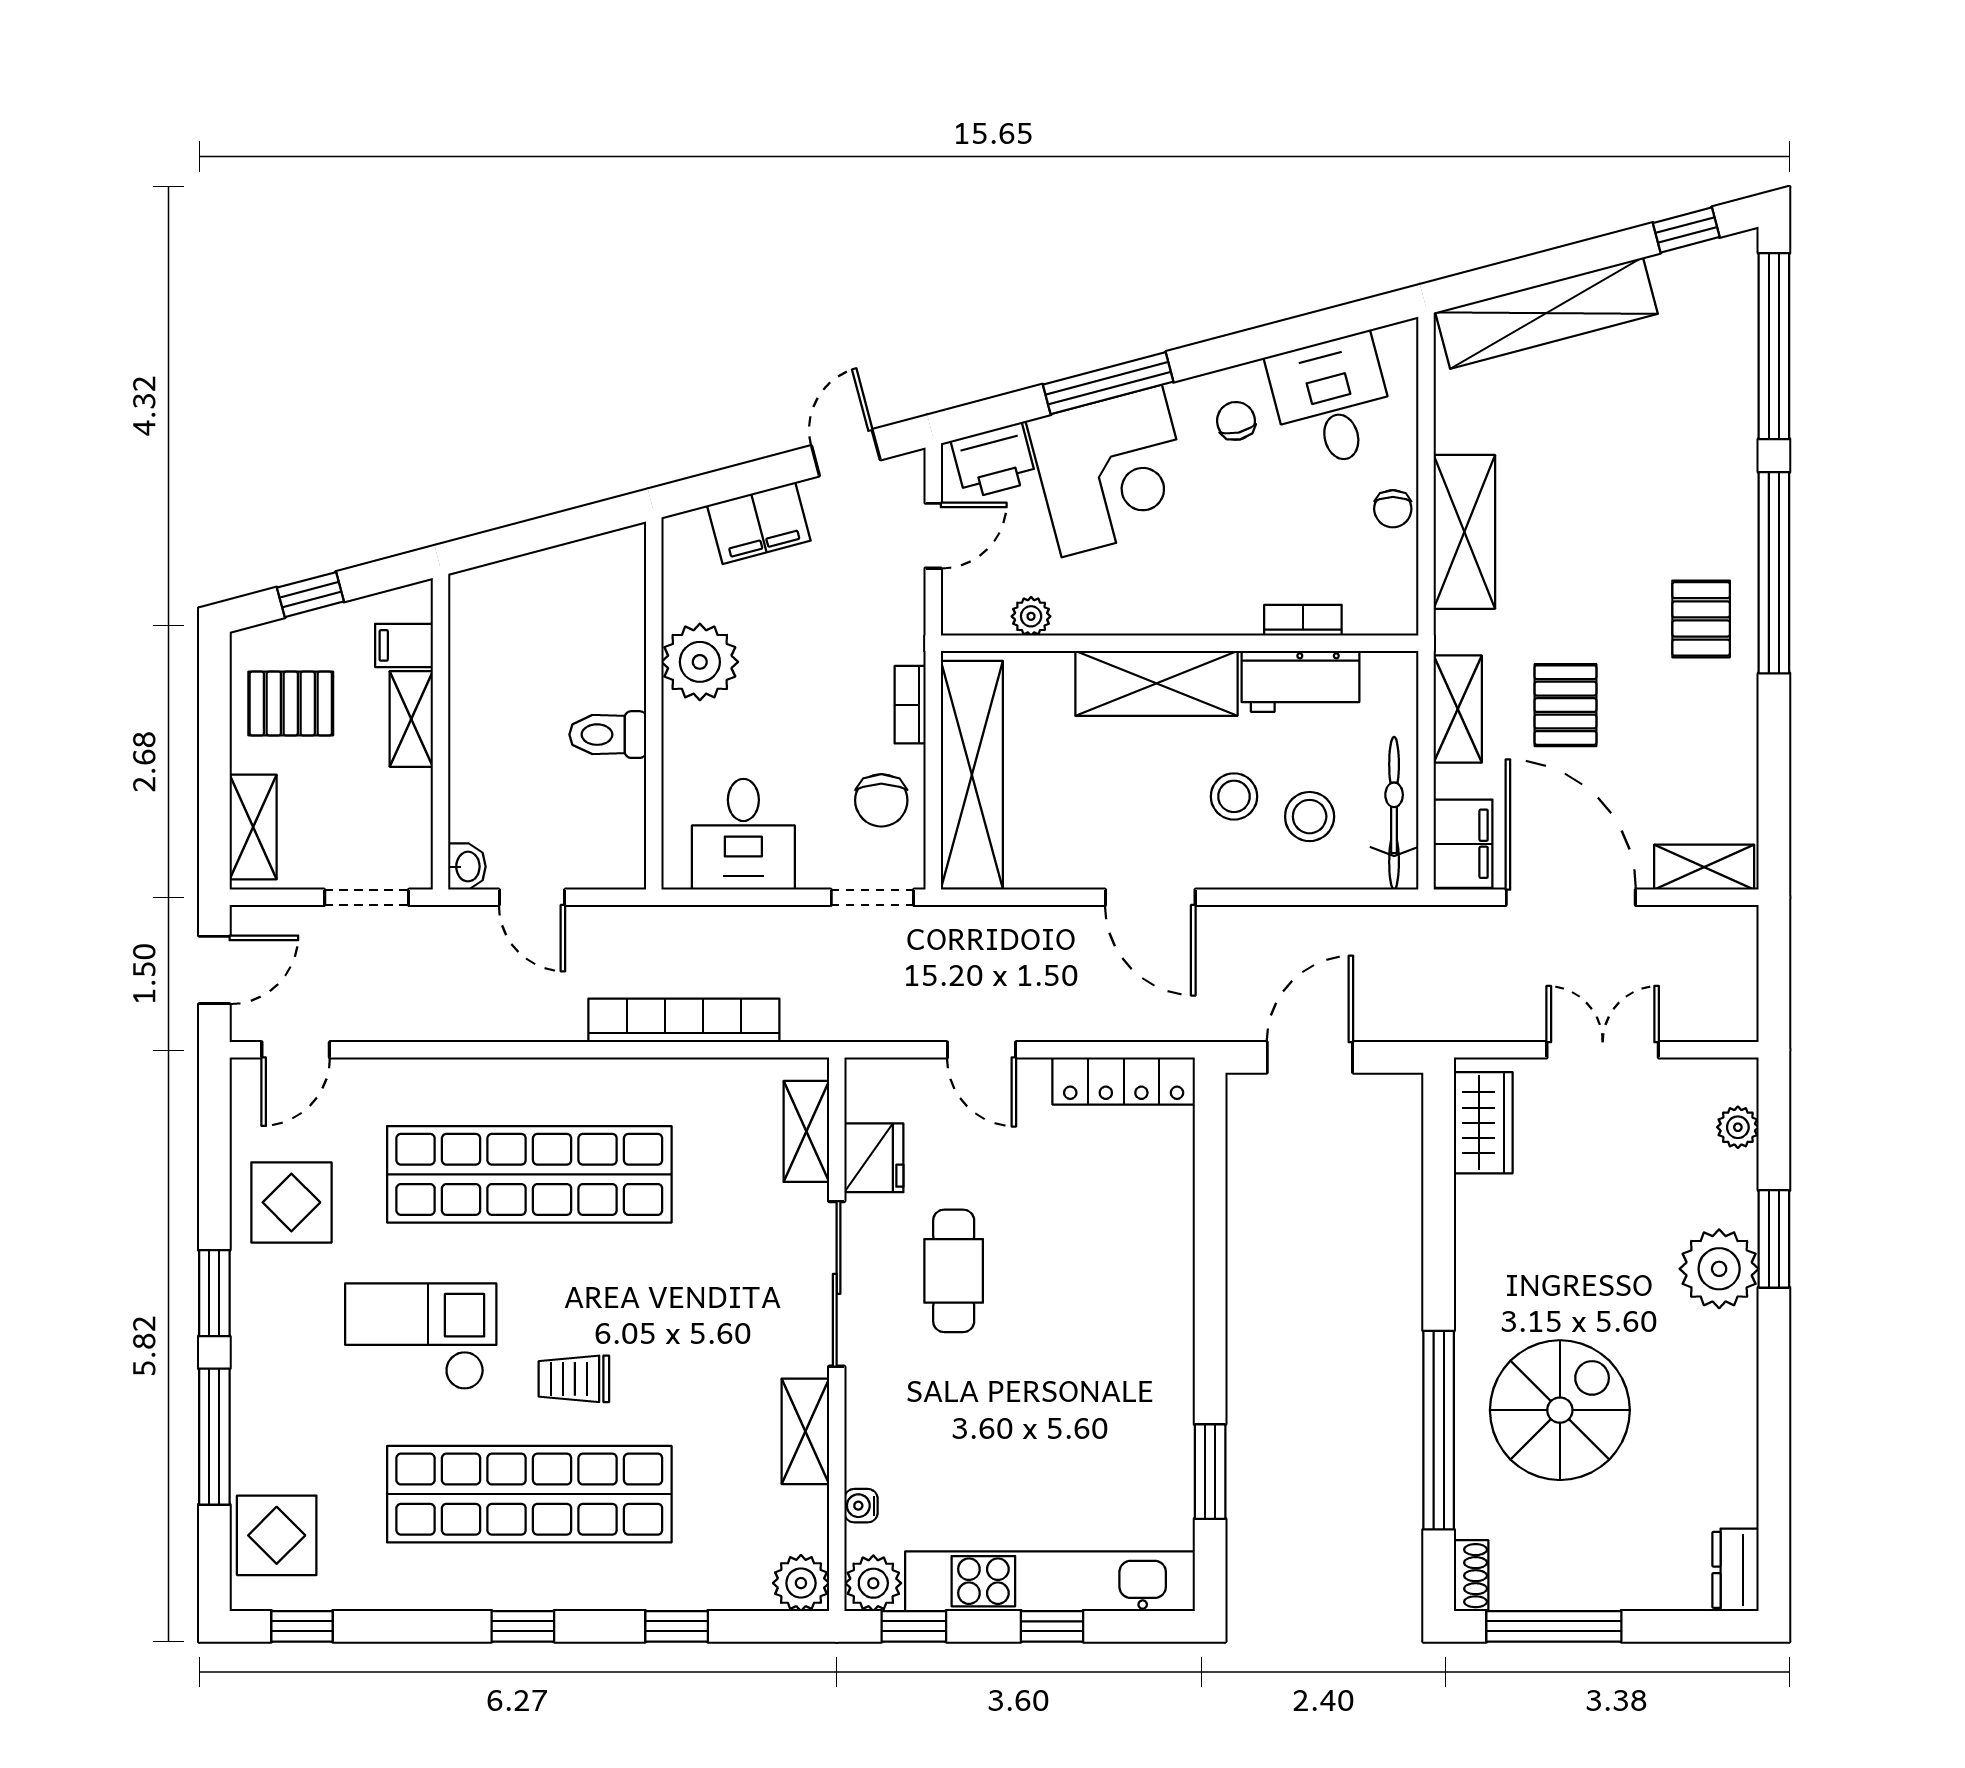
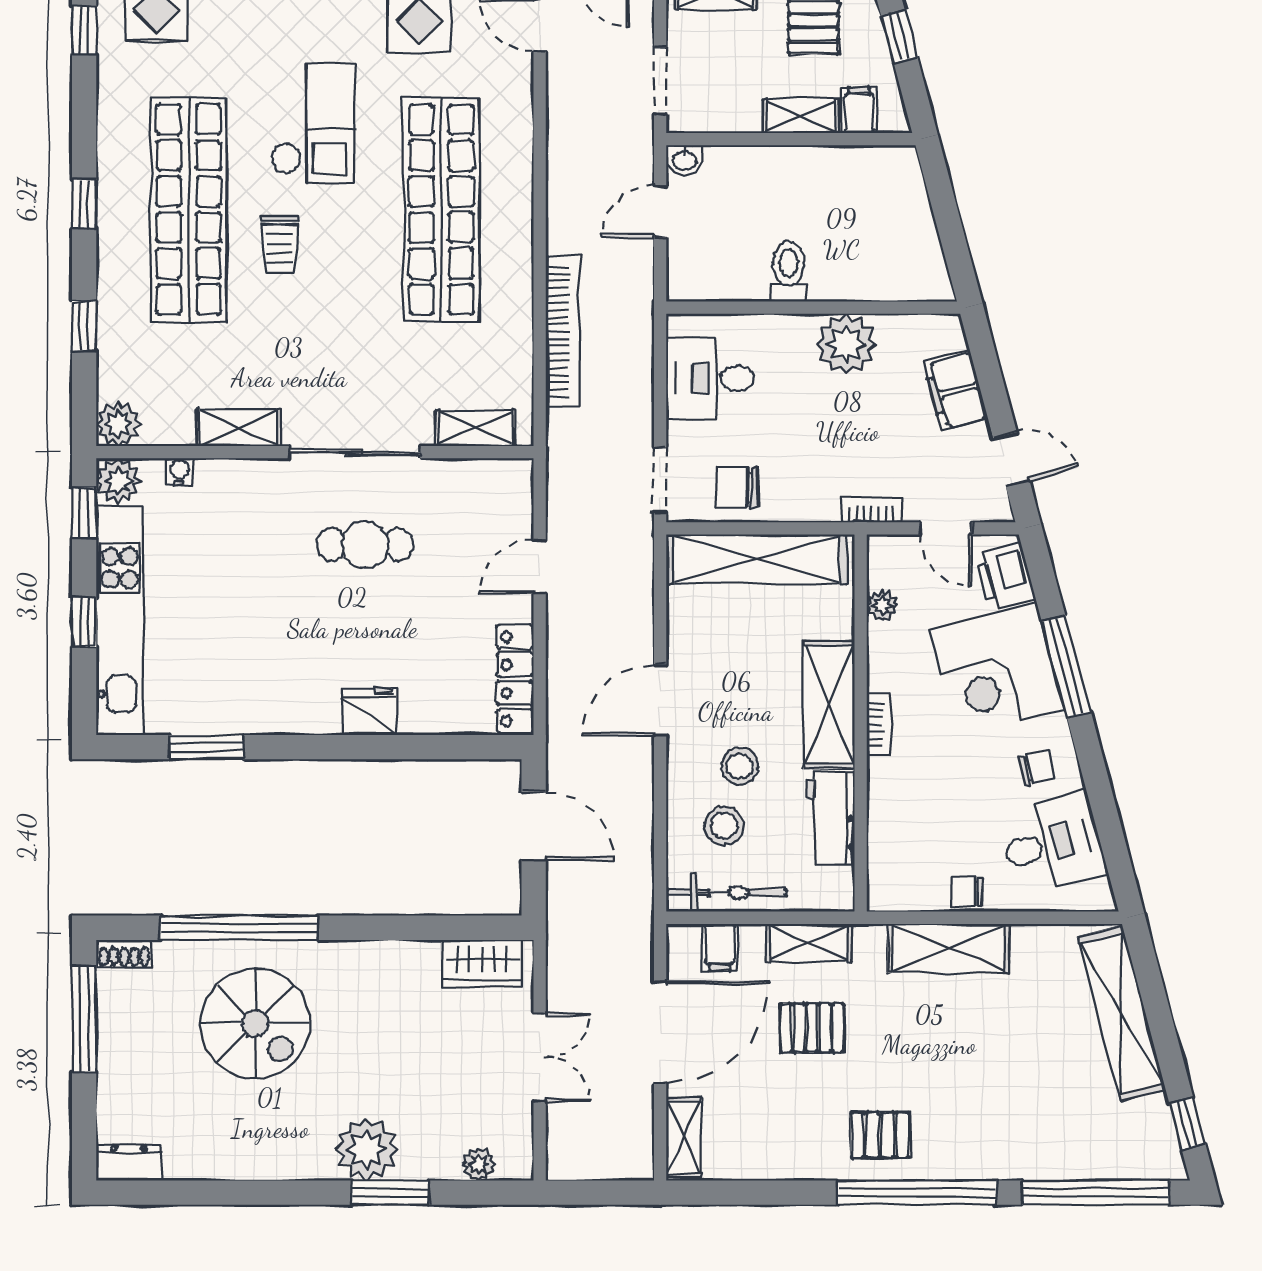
bookcase: (1303, 620) -> (879, 725), moved
bookcase: (910, 705) -> (871, 510), moved
filing cabinet: (1463, 844) -> (720, 947), width x0.50
fridge: (874, 1158) -> (369, 712), moved, turned 180
trolley: (574, 1379) -> (280, 245), turned 180

